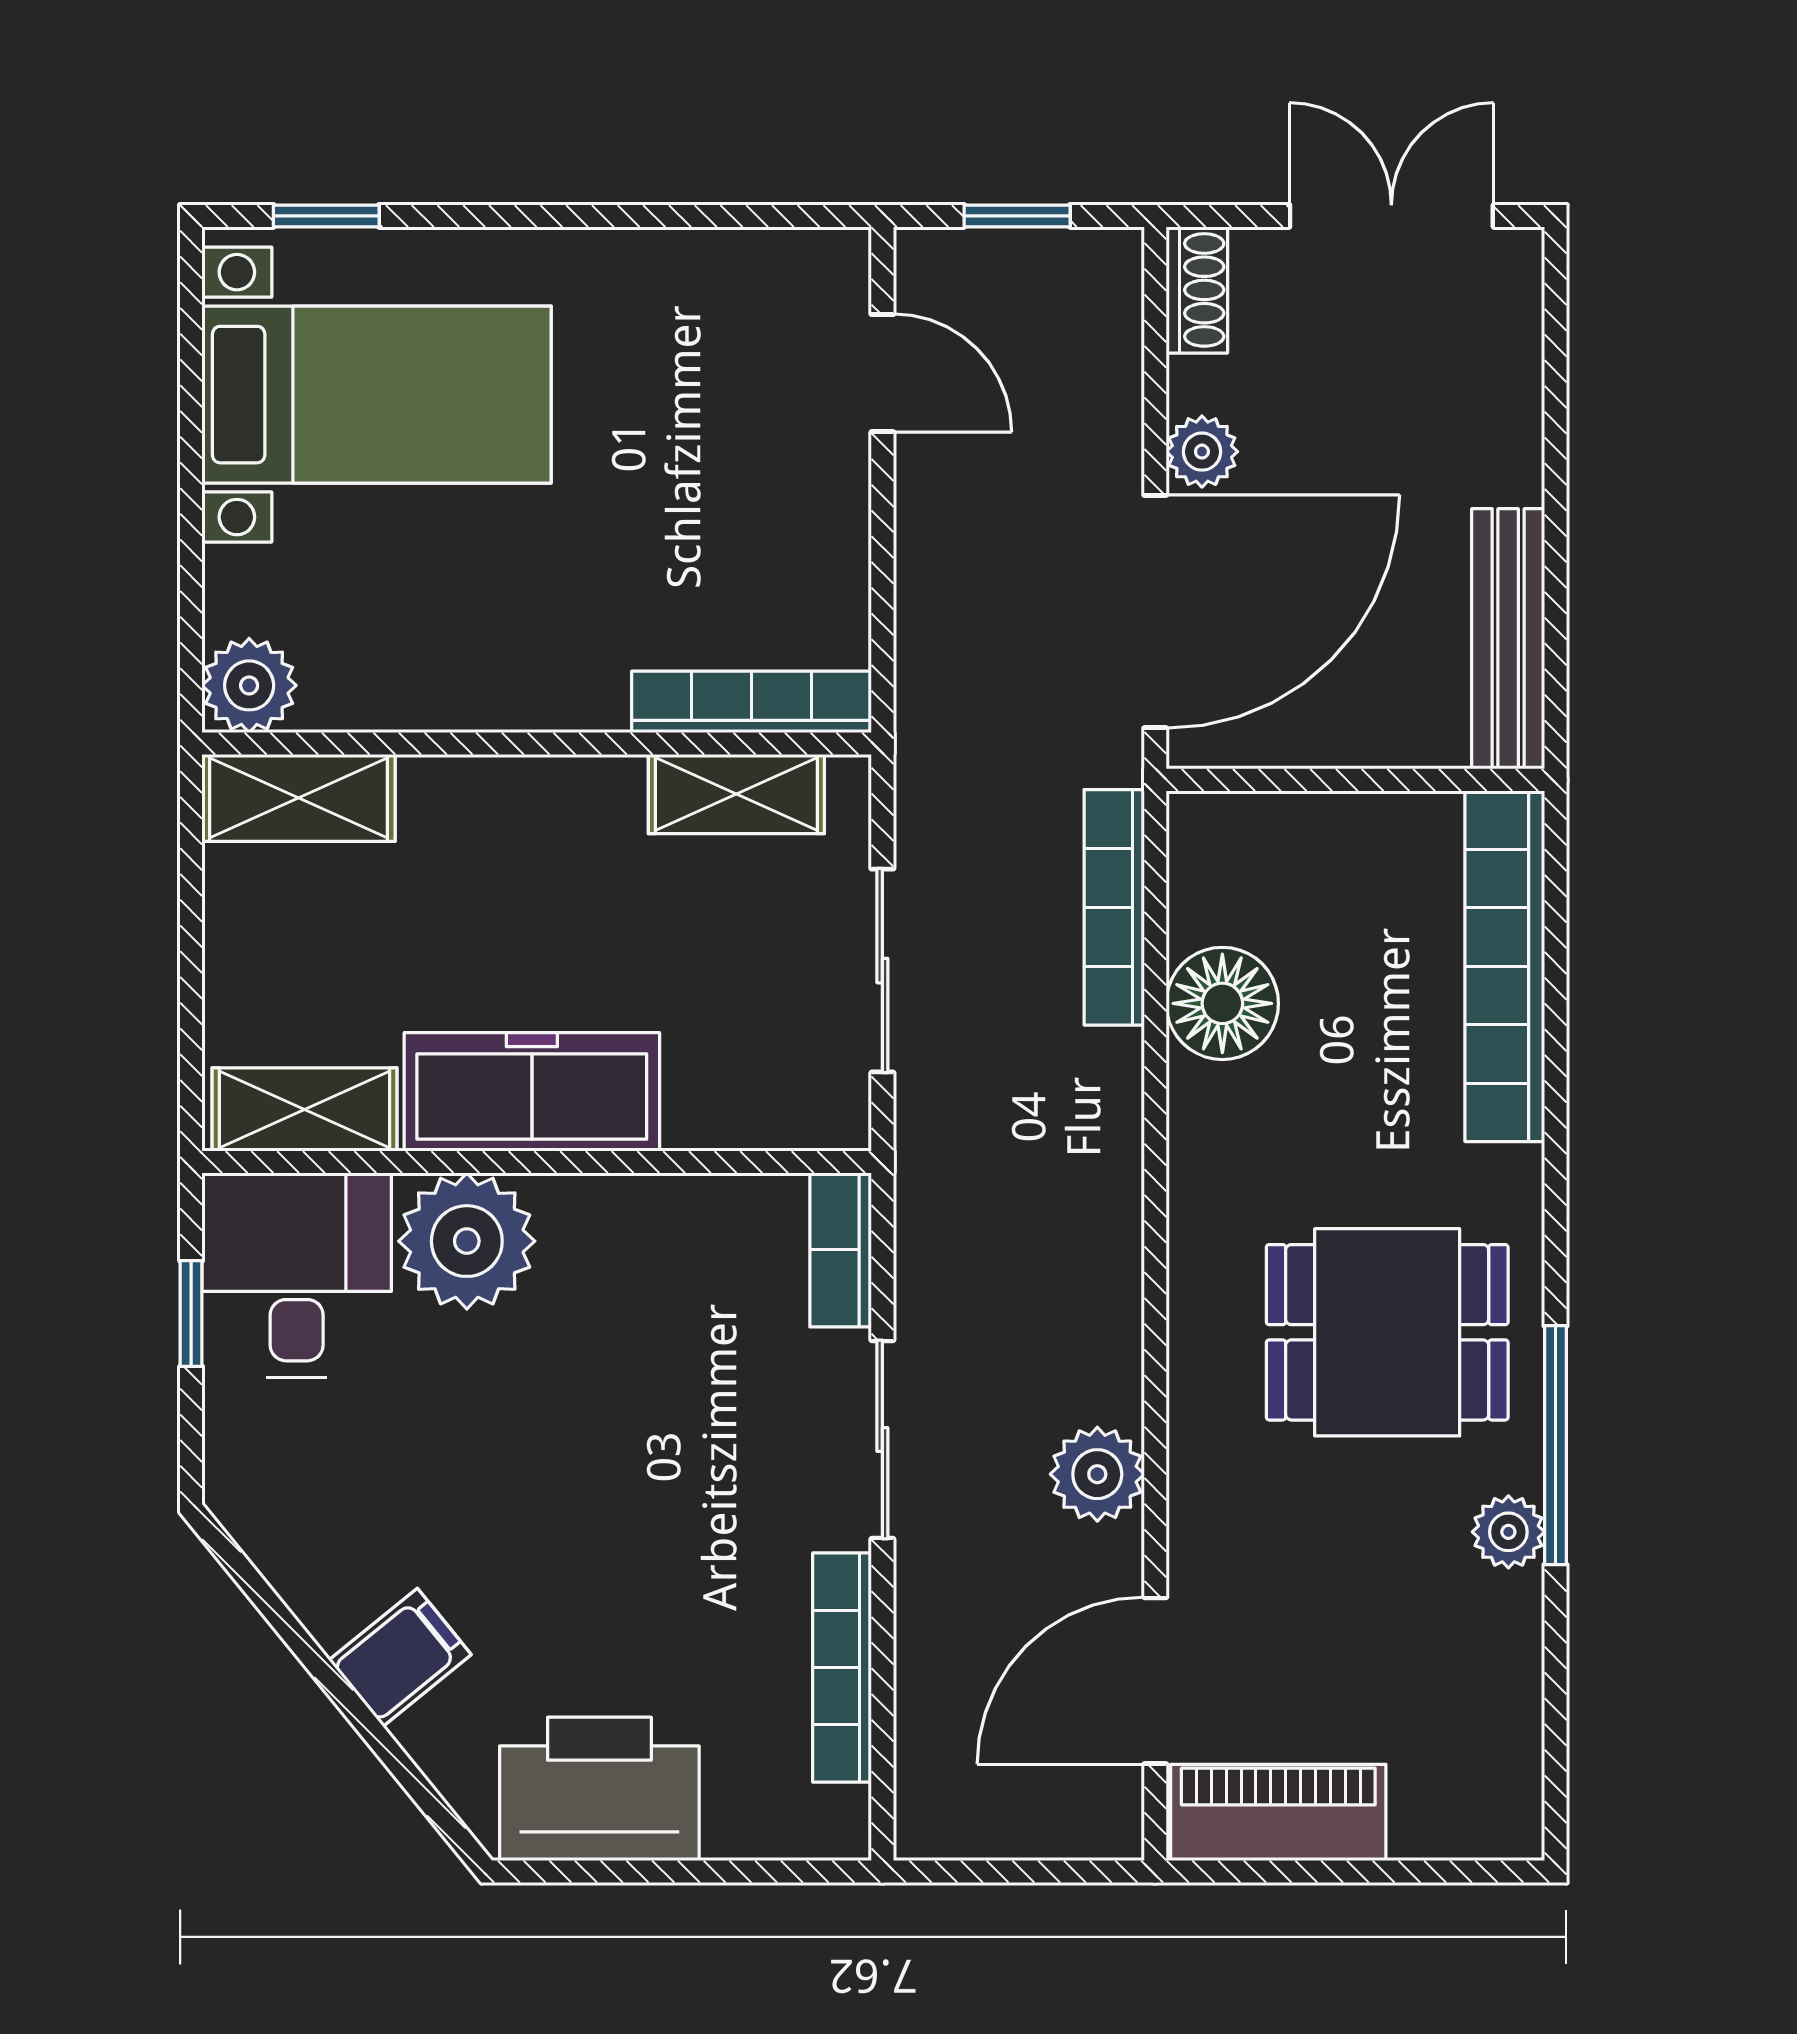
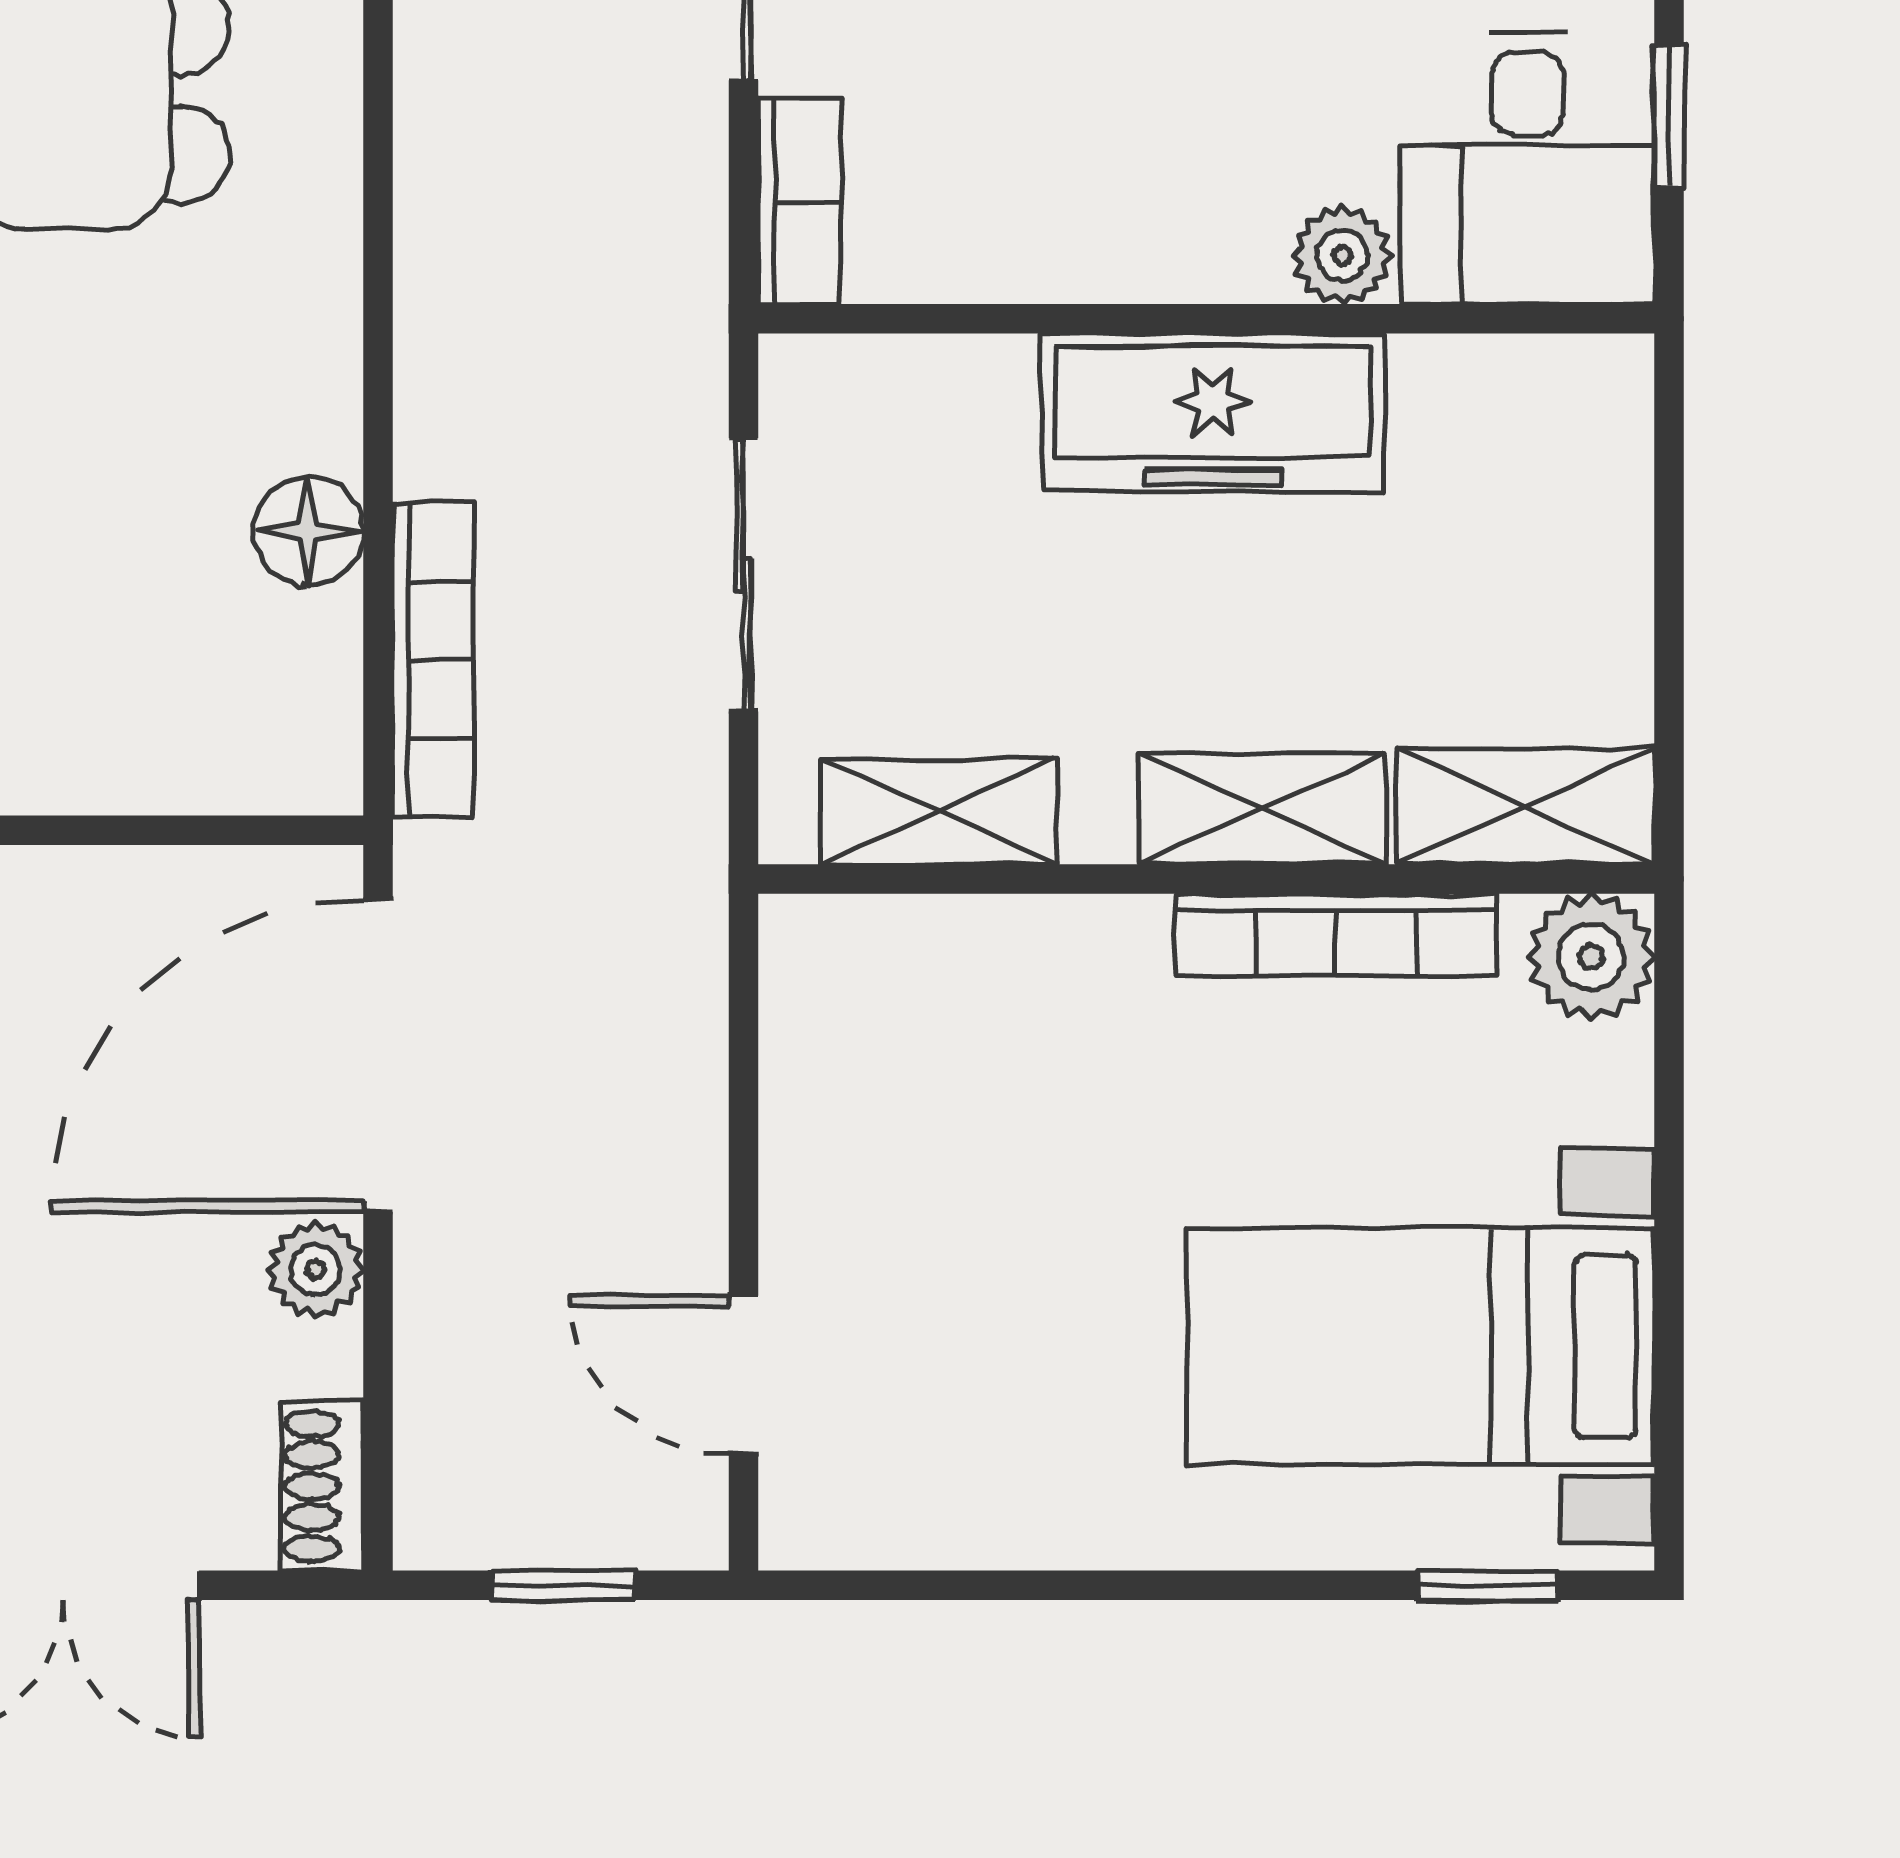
bookcase: (751, 702) -> (1336, 935), moved
floor lamp: (1222, 1003) -> (309, 531), width x0.73, depth x0.73
shelving: (305, 1109) -> (1262, 809), moved
plant: (467, 1241) -> (1342, 255), width x0.53, depth x0.53

